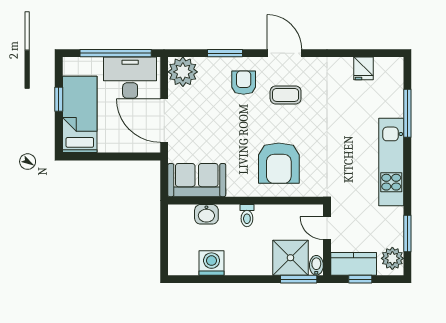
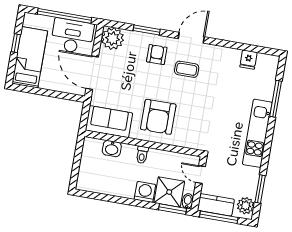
door: (284, 53) -> (191, 38), hinge flipped
armchair: (279, 163) -> (158, 117), moved
washing machine: (212, 263) -> (145, 192), moved
window: (360, 279) -> (219, 217), width x2.17

